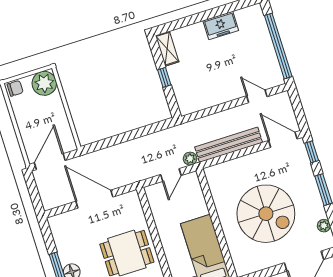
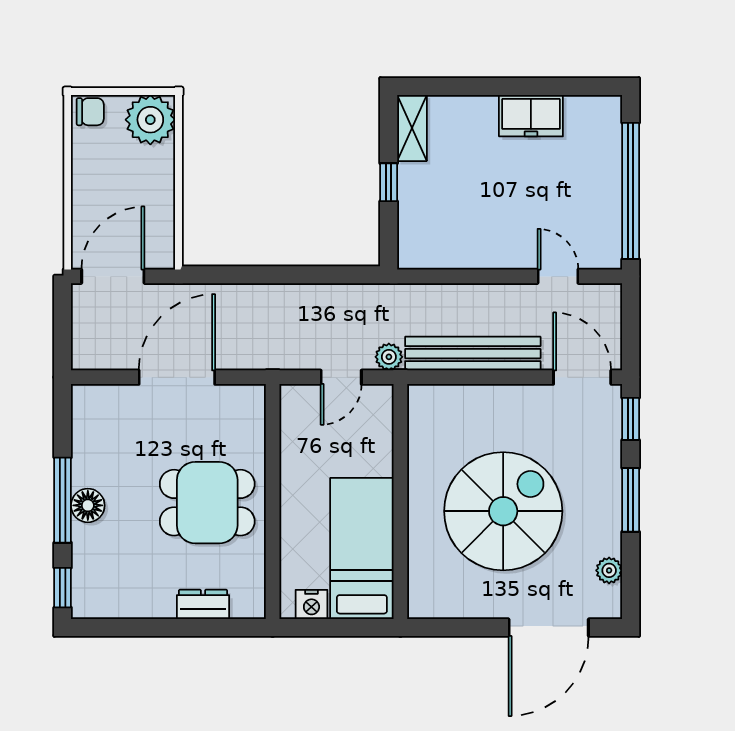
door: (94, 199) -> (177, 377), hinge flipped
spiral stairs: (266, 214) -> (503, 511), turned -90

